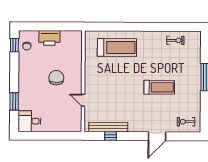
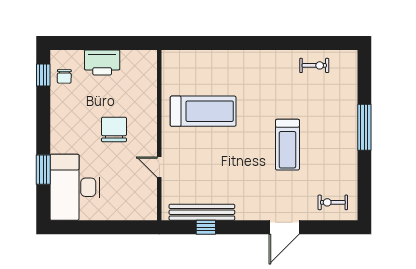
treadmill: (117, 47) -> (203, 111), moved
treadmill: (159, 87) -> (287, 145), turned 90
desk: (29, 121) -> (75, 187), width x1.87, depth x1.30

